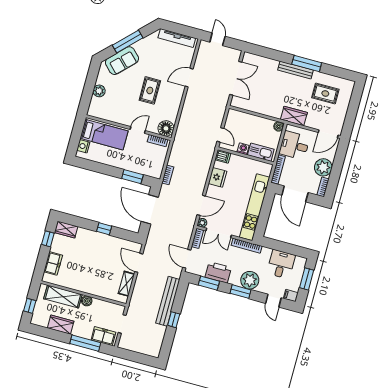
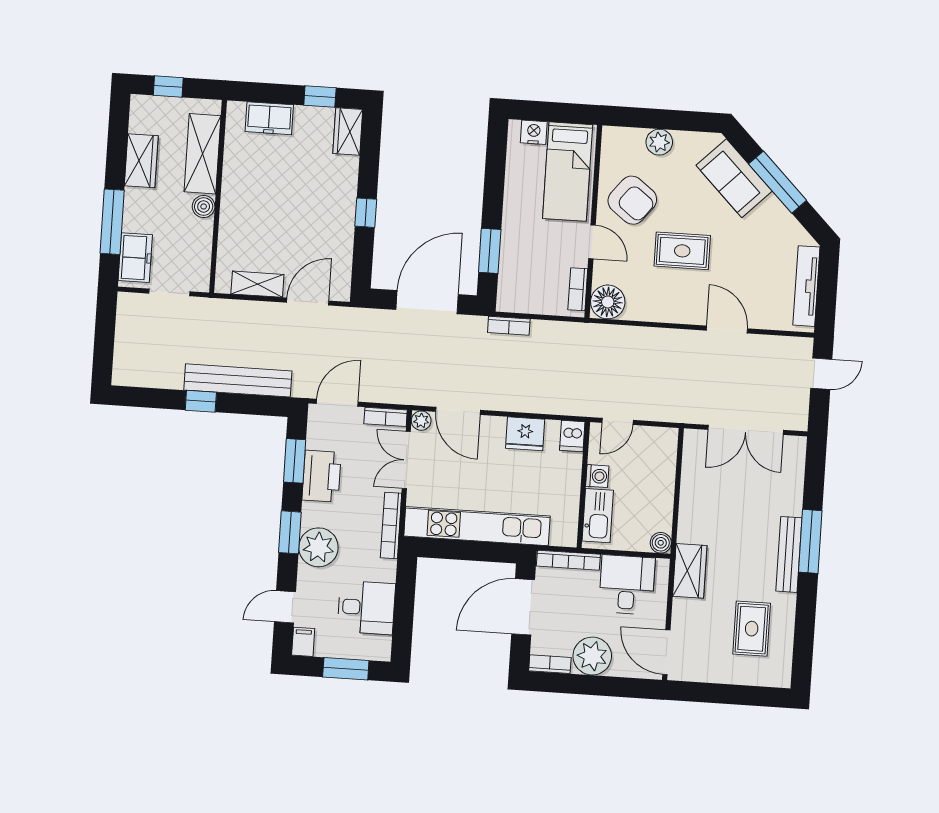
window: (307, 63) -> (810, 541), moved
armchair: (123, 108) -> (632, 200), added

